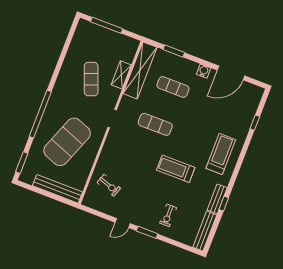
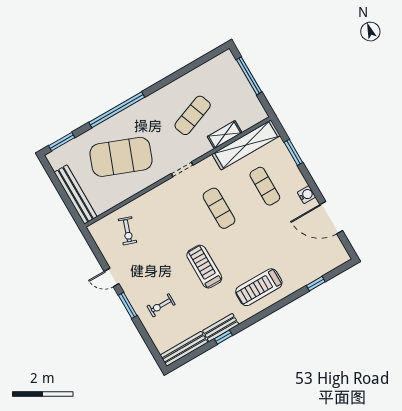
treadmill: (221, 154) -> (259, 287), turned 180

